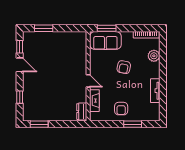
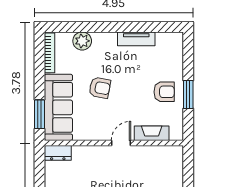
sofa: (105, 40) -> (58, 107), width x1.36
dresser: (82, 112) -> (58, 153), moved
window: (133, 124) -> (188, 94), moved

